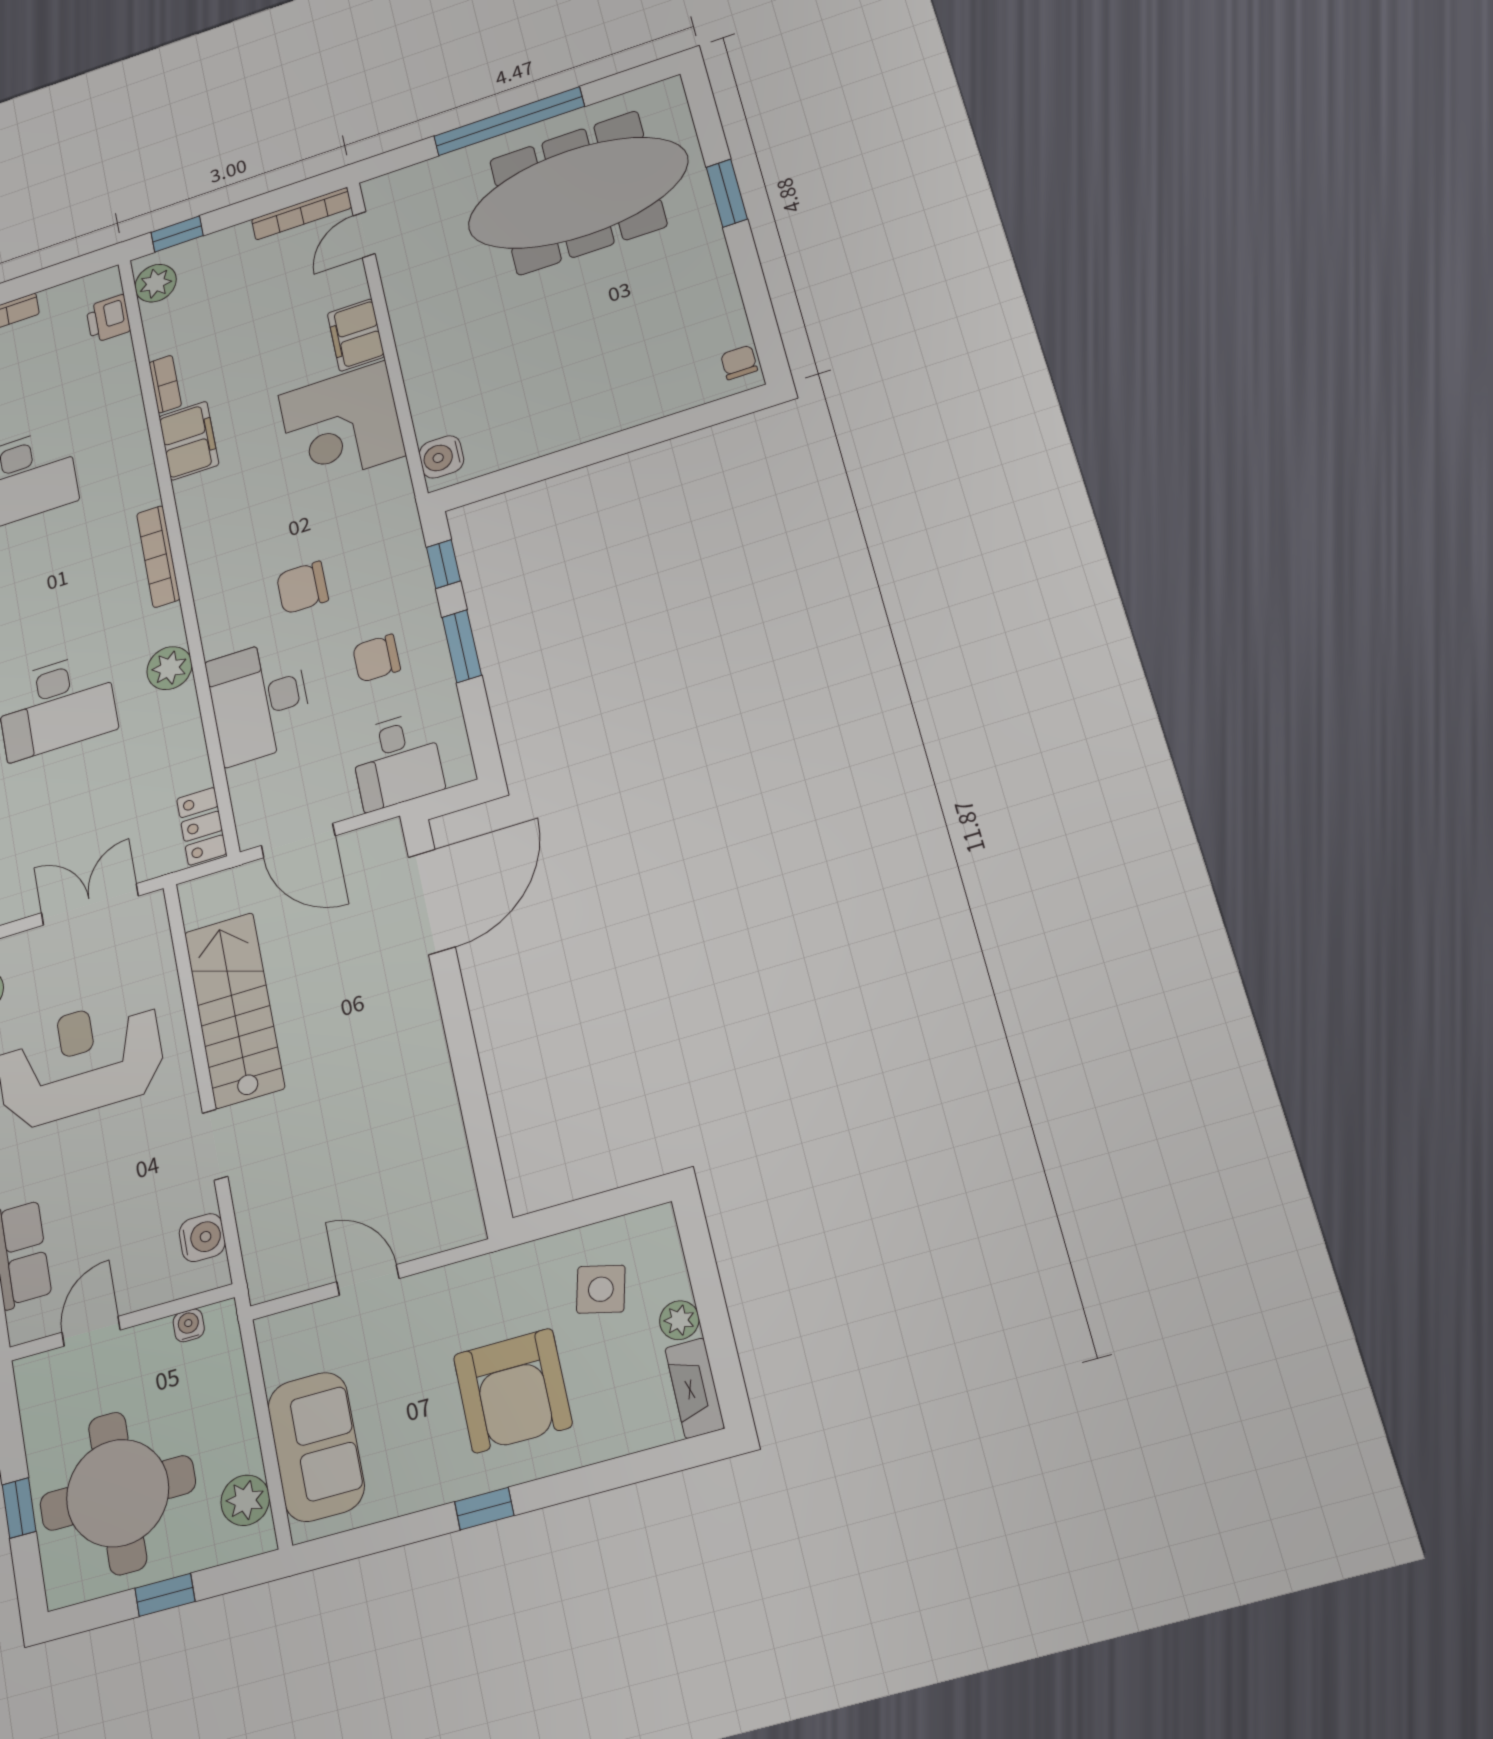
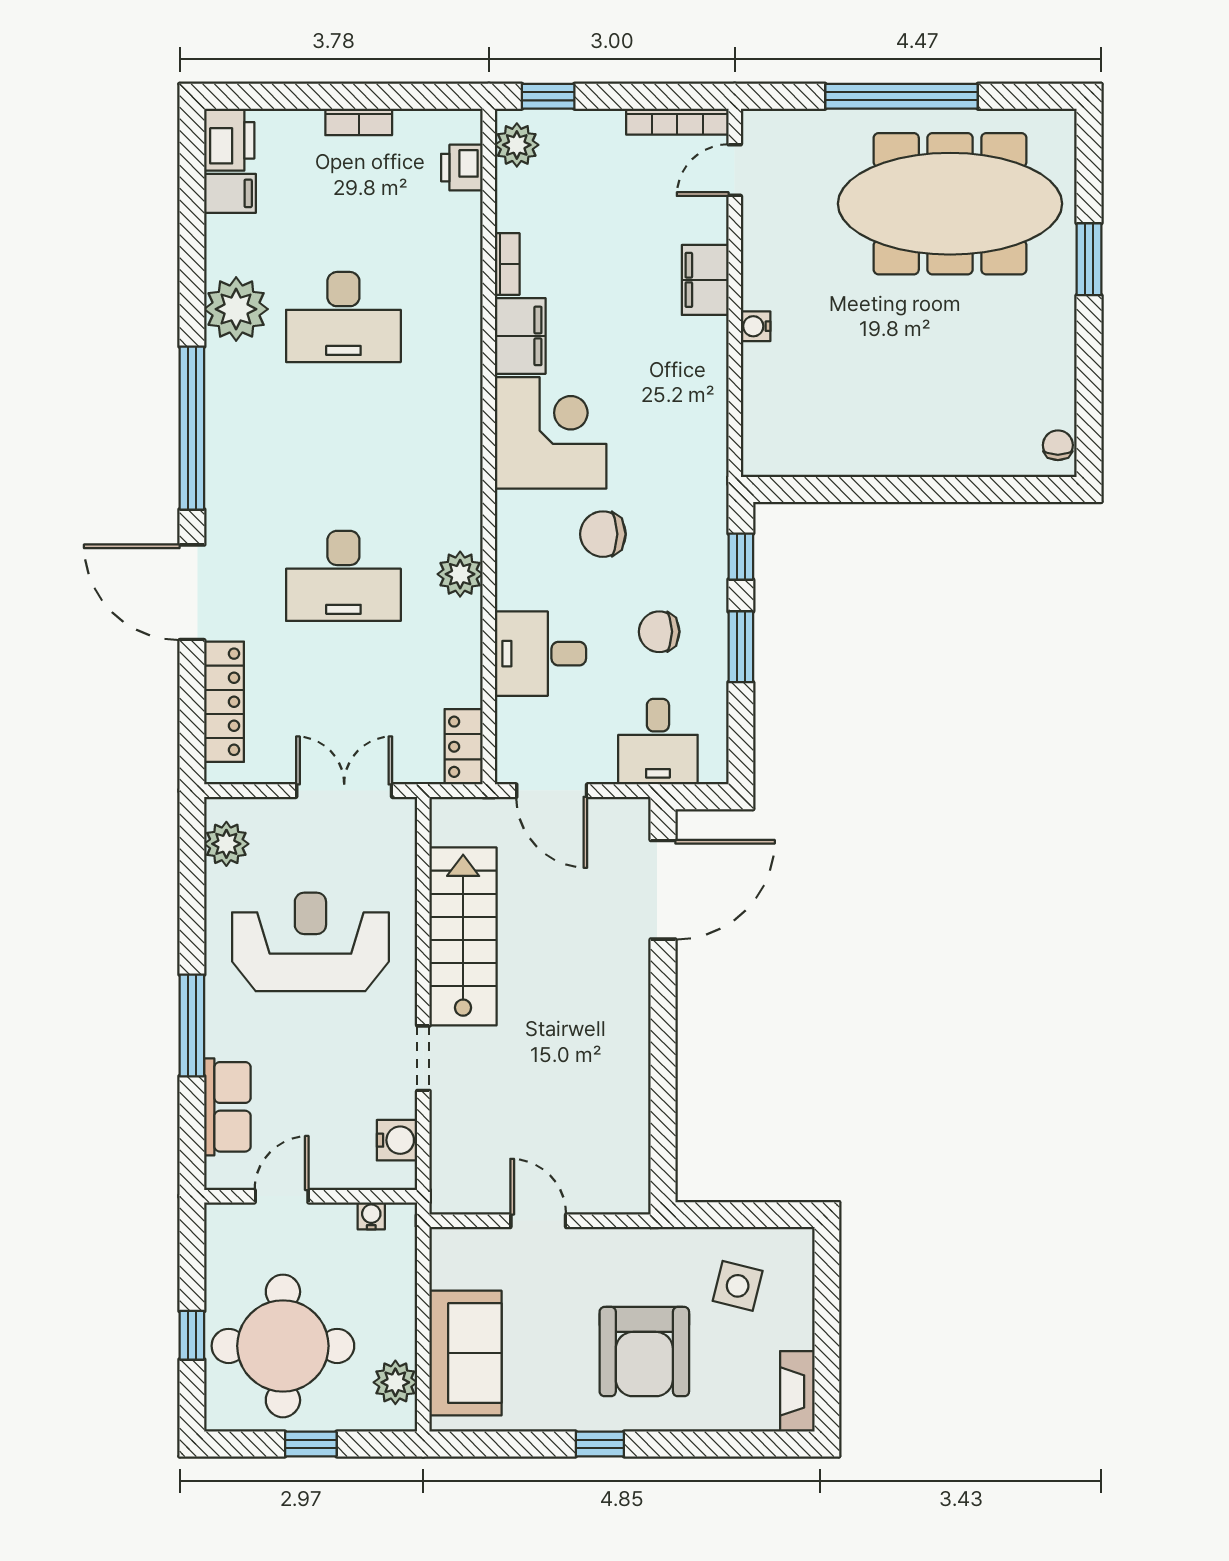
corner desk: (342, 425) -> (551, 433), moved, turned 180
water cooler: (441, 457) -> (756, 326), moved, width x0.72, depth x0.72
bookcase: (158, 556) -> (469, 452), removed
desk: (259, 701) -> (541, 654), width x0.73
plant: (679, 1320) -> (798, 1331), removed

